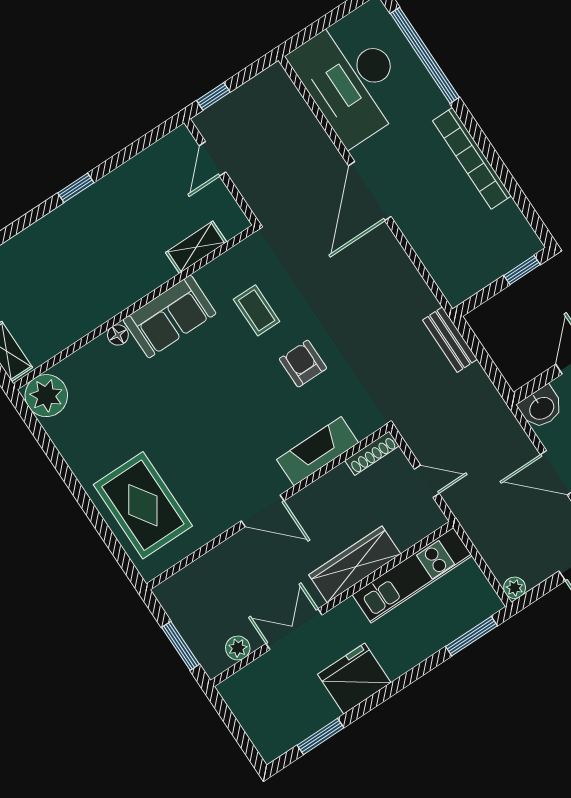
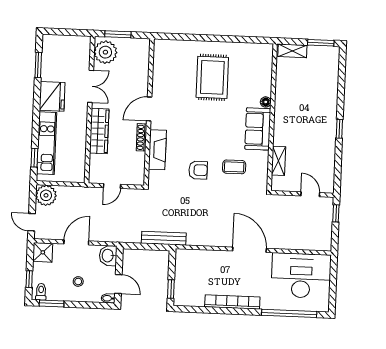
bench: (450, 340) -> (164, 238), width x1.36
plant: (46, 396) -> (262, 54), removed
shoe rack: (372, 453) -> (142, 137), moved
rug: (143, 505) -> (212, 77), moved, turned 90
kitchen unit: (412, 575) -> (47, 143), moved, turned 180
plant: (515, 588) -> (46, 195), width x1.88, depth x1.88
window: (472, 636) -> (34, 158), width x0.67
plant: (238, 648) -> (105, 52), width x1.88, depth x1.88

